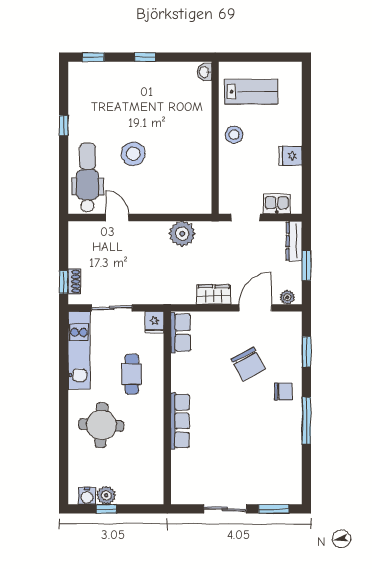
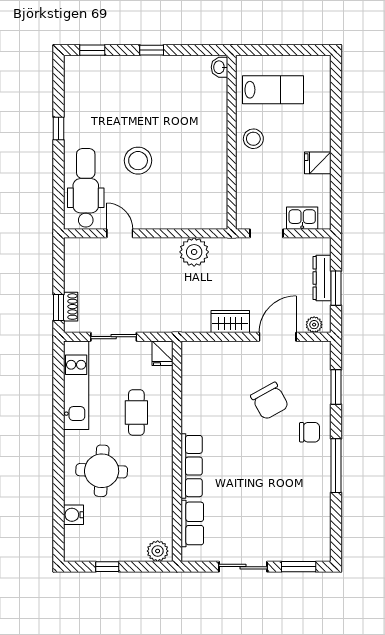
dresser: (294, 241) -> (322, 278), moved
row of seats: (181, 333) -> (192, 523), moved
plant: (106, 495) -> (158, 551), moved
water cooler: (87, 496) -> (73, 515), moved, turned 90

